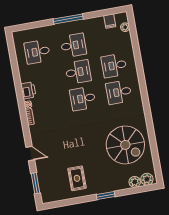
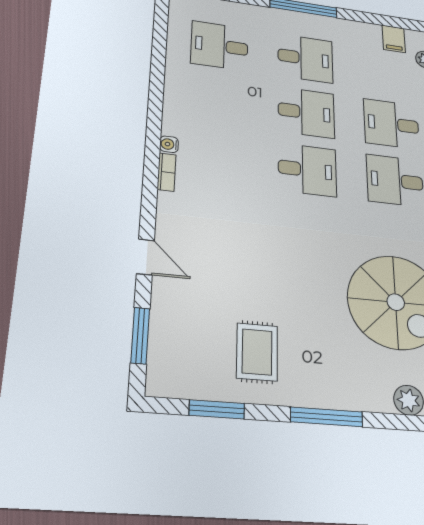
printer: (28, 90) -> (178, 115), removed
desk: (83, 99) -> (307, 170), turned 180
window: (106, 195) -> (327, 417), width x1.44
window: (67, 202) -> (217, 409), added

